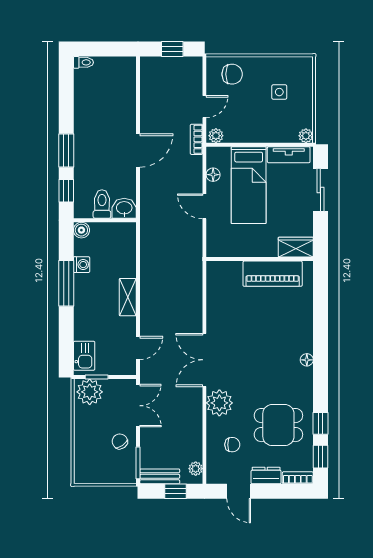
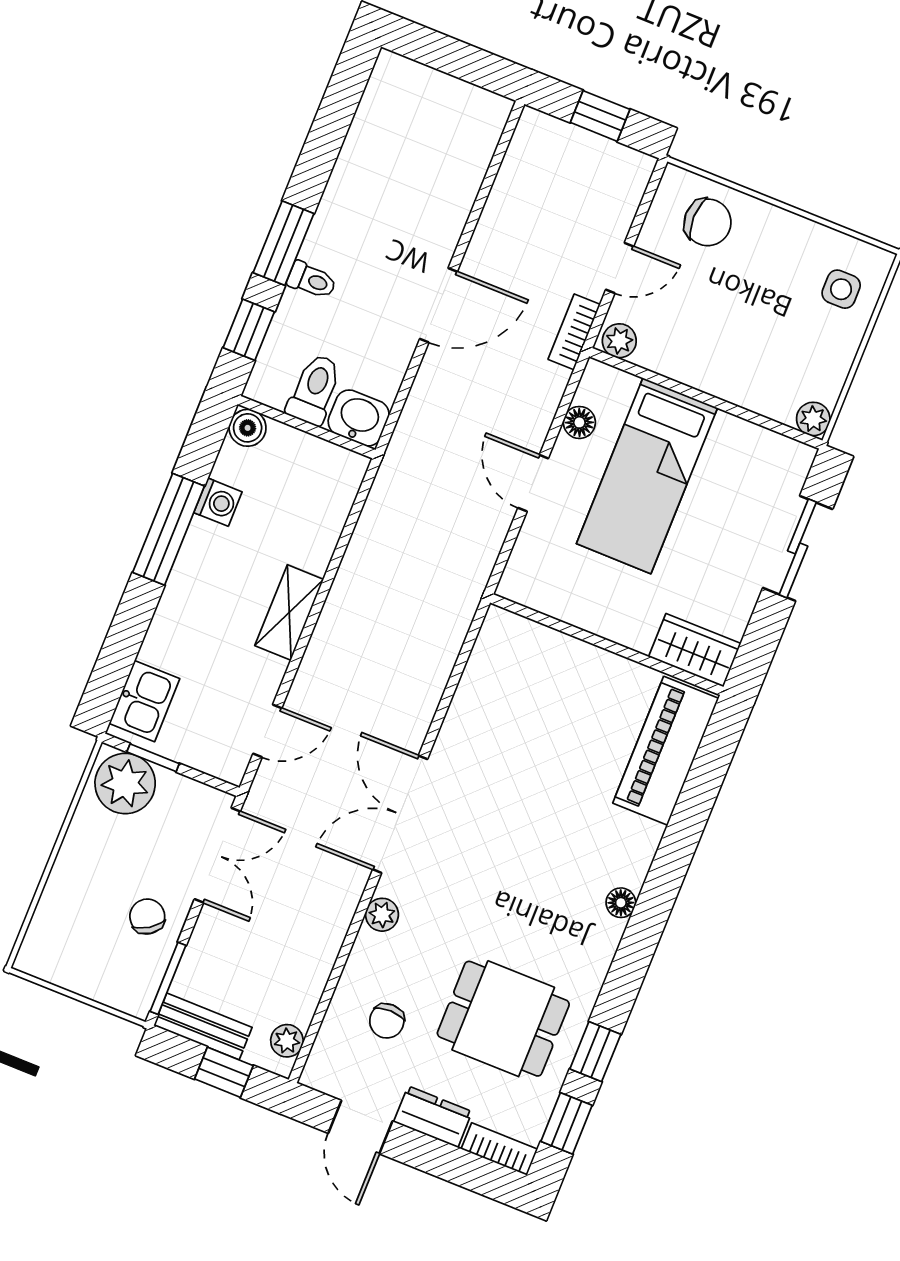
toilet: (83, 62) -> (312, 280), moved
side table: (279, 92) -> (841, 289), moved
tv unit: (289, 155) -> (760, 445), removed
piano: (273, 274) -> (666, 751), moved, turned 90
plant: (219, 403) -> (382, 915), width x0.53, depth x0.53
chair: (232, 445) -> (387, 1021), turned 90

